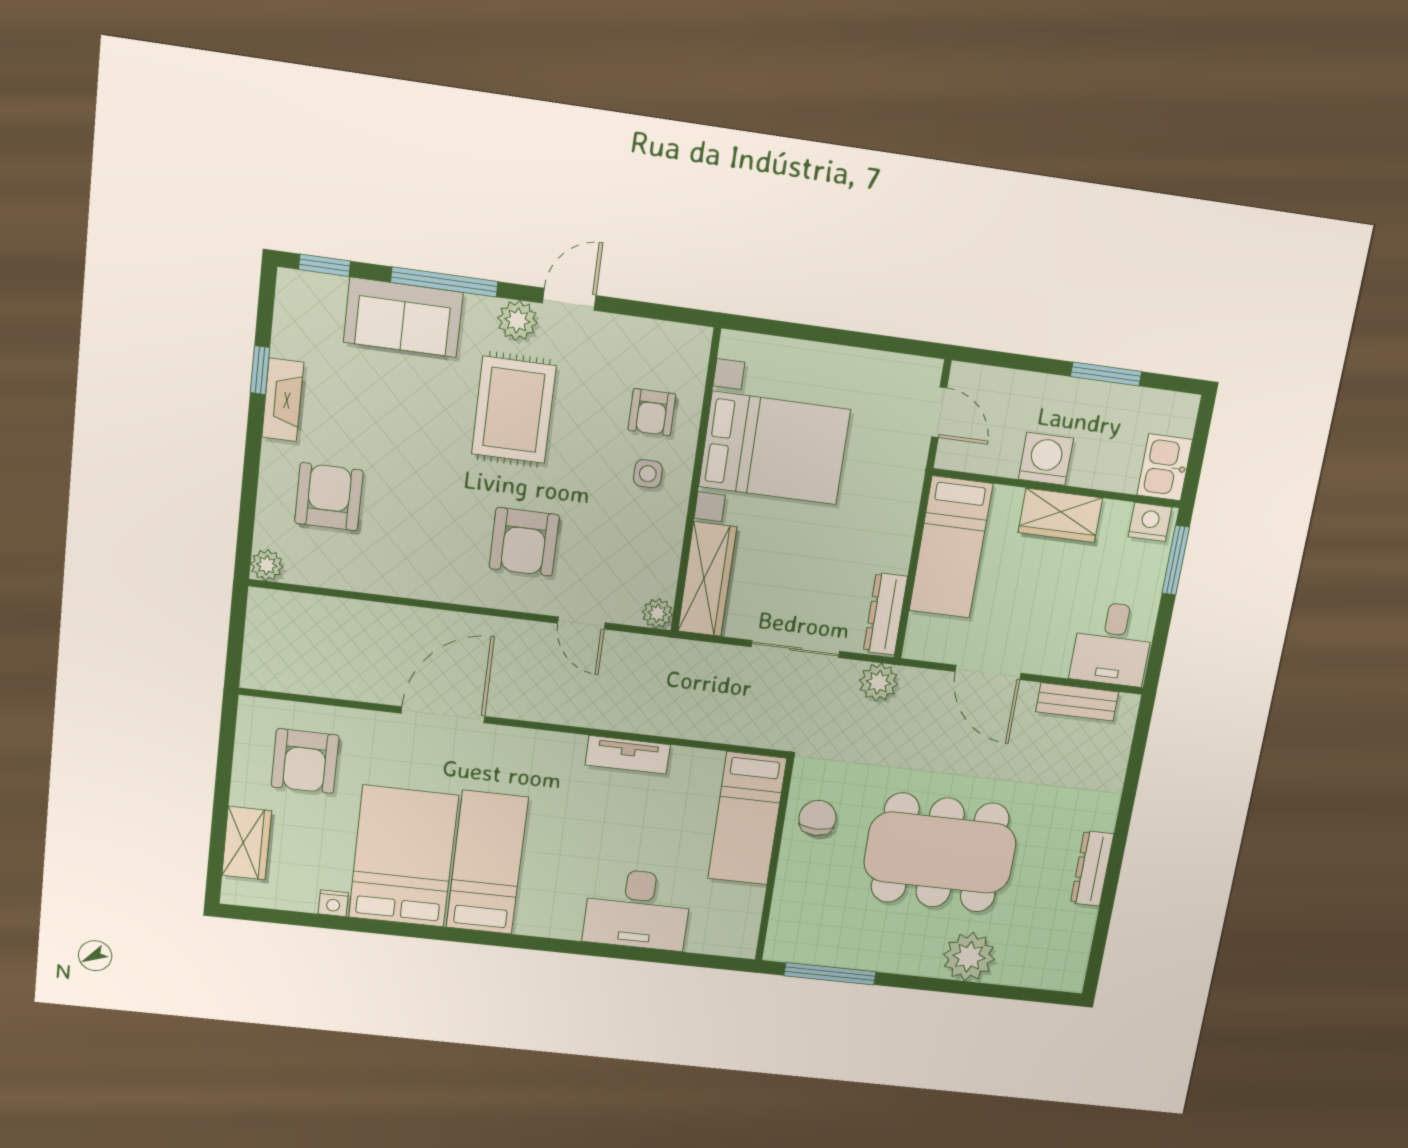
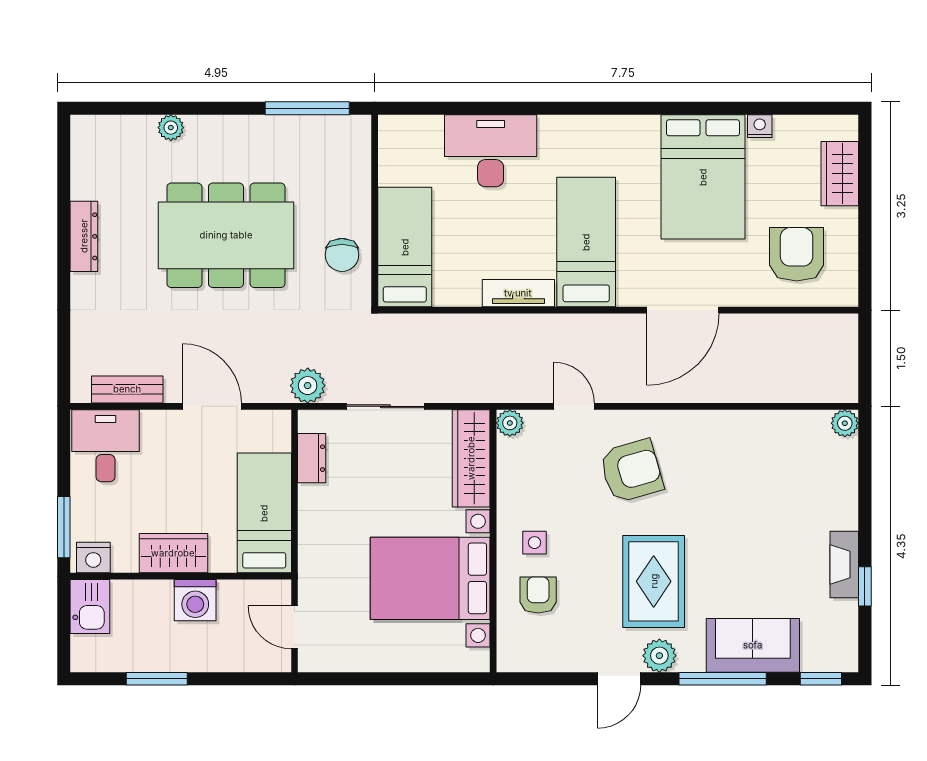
armchair: (329, 497) -> (799, 488), removed
armchair: (524, 542) -> (631, 471), turned 74
dresser: (885, 614) -> (312, 458), width x0.70
bed: (487, 863) -> (586, 242), moved, turned 180
plant: (969, 957) -> (171, 128), width x0.53, depth x0.53

